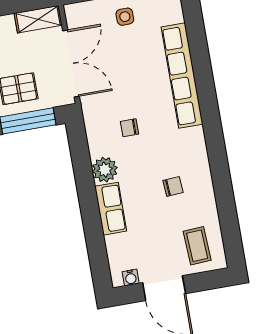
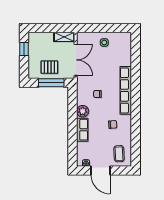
row of seats: (182, 76) -> (126, 90), moved

